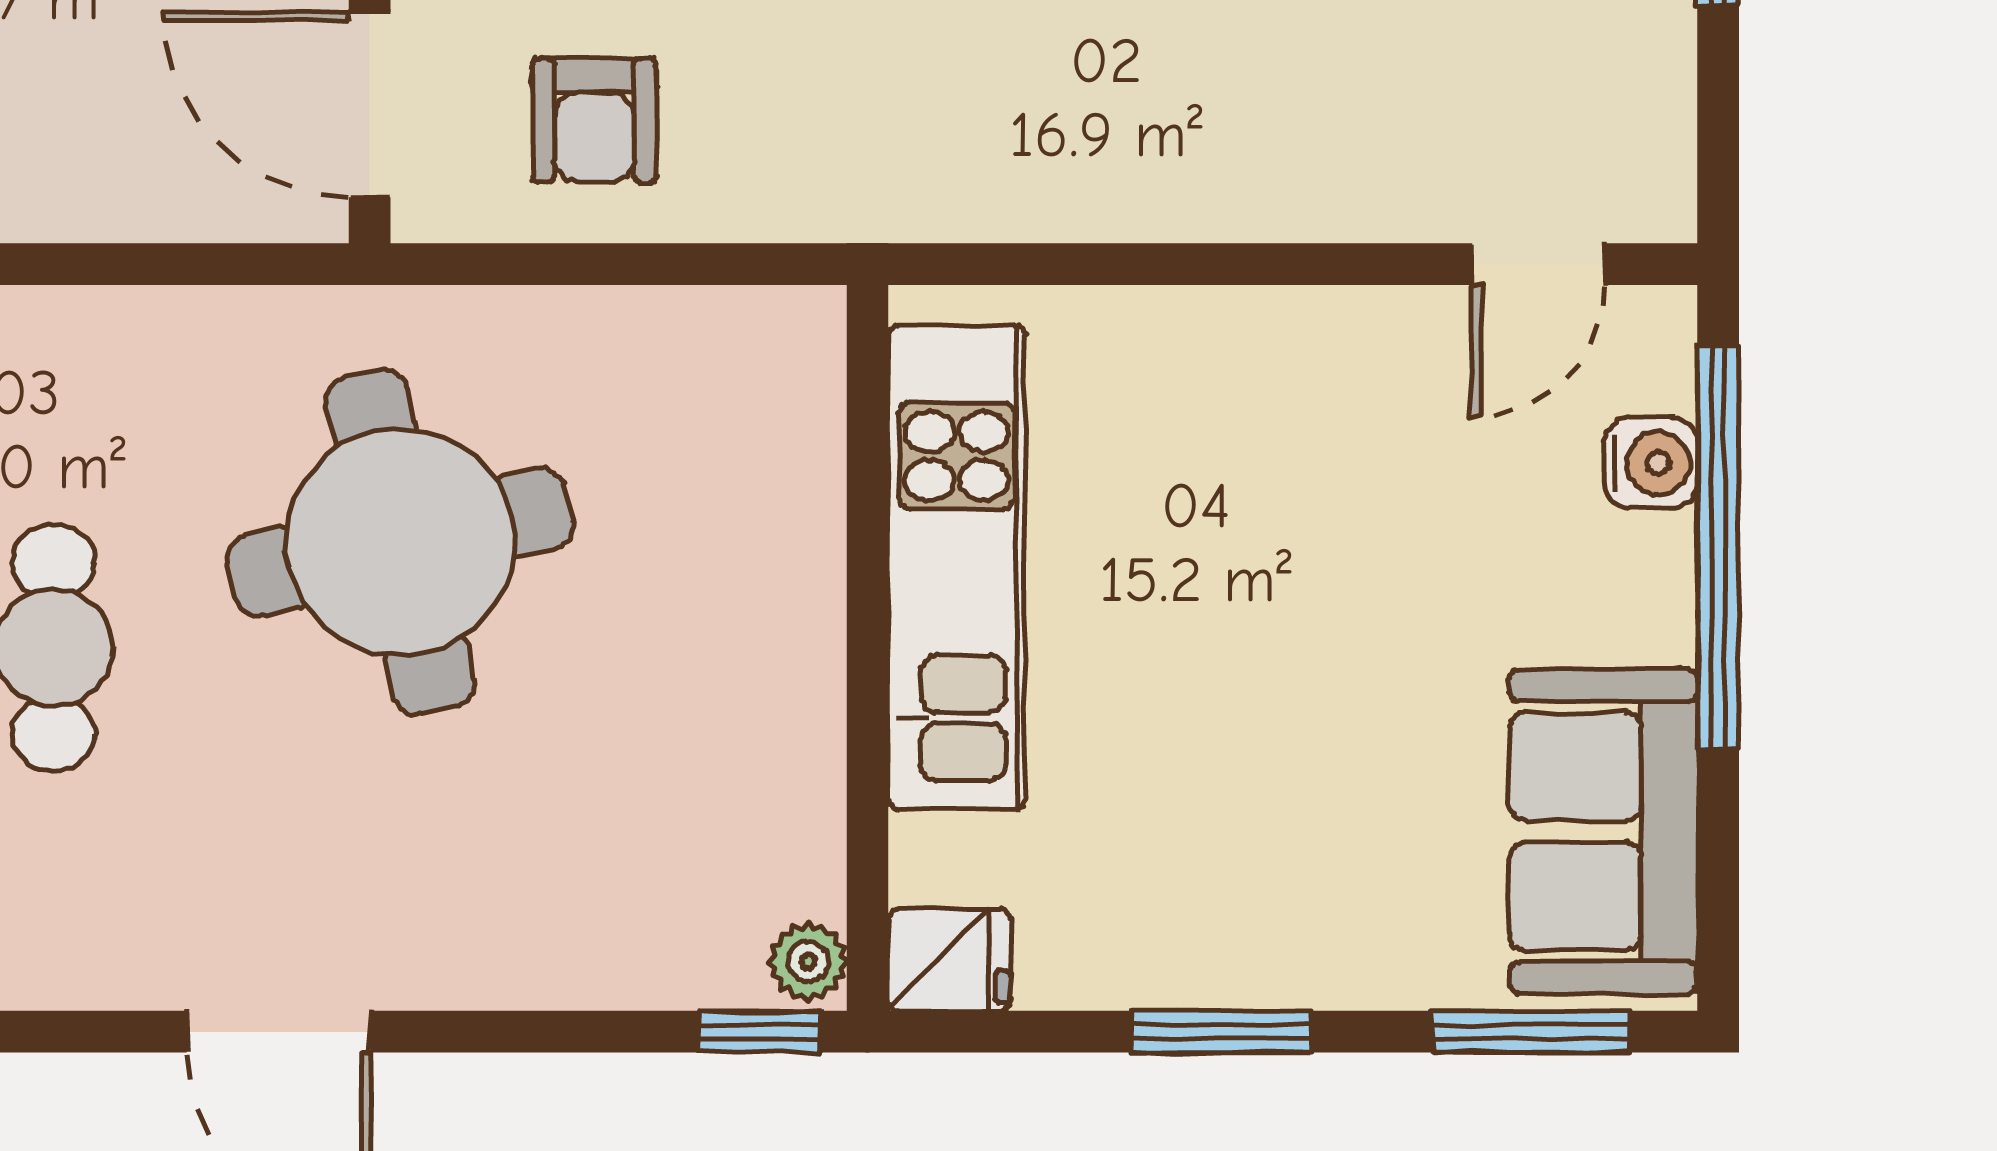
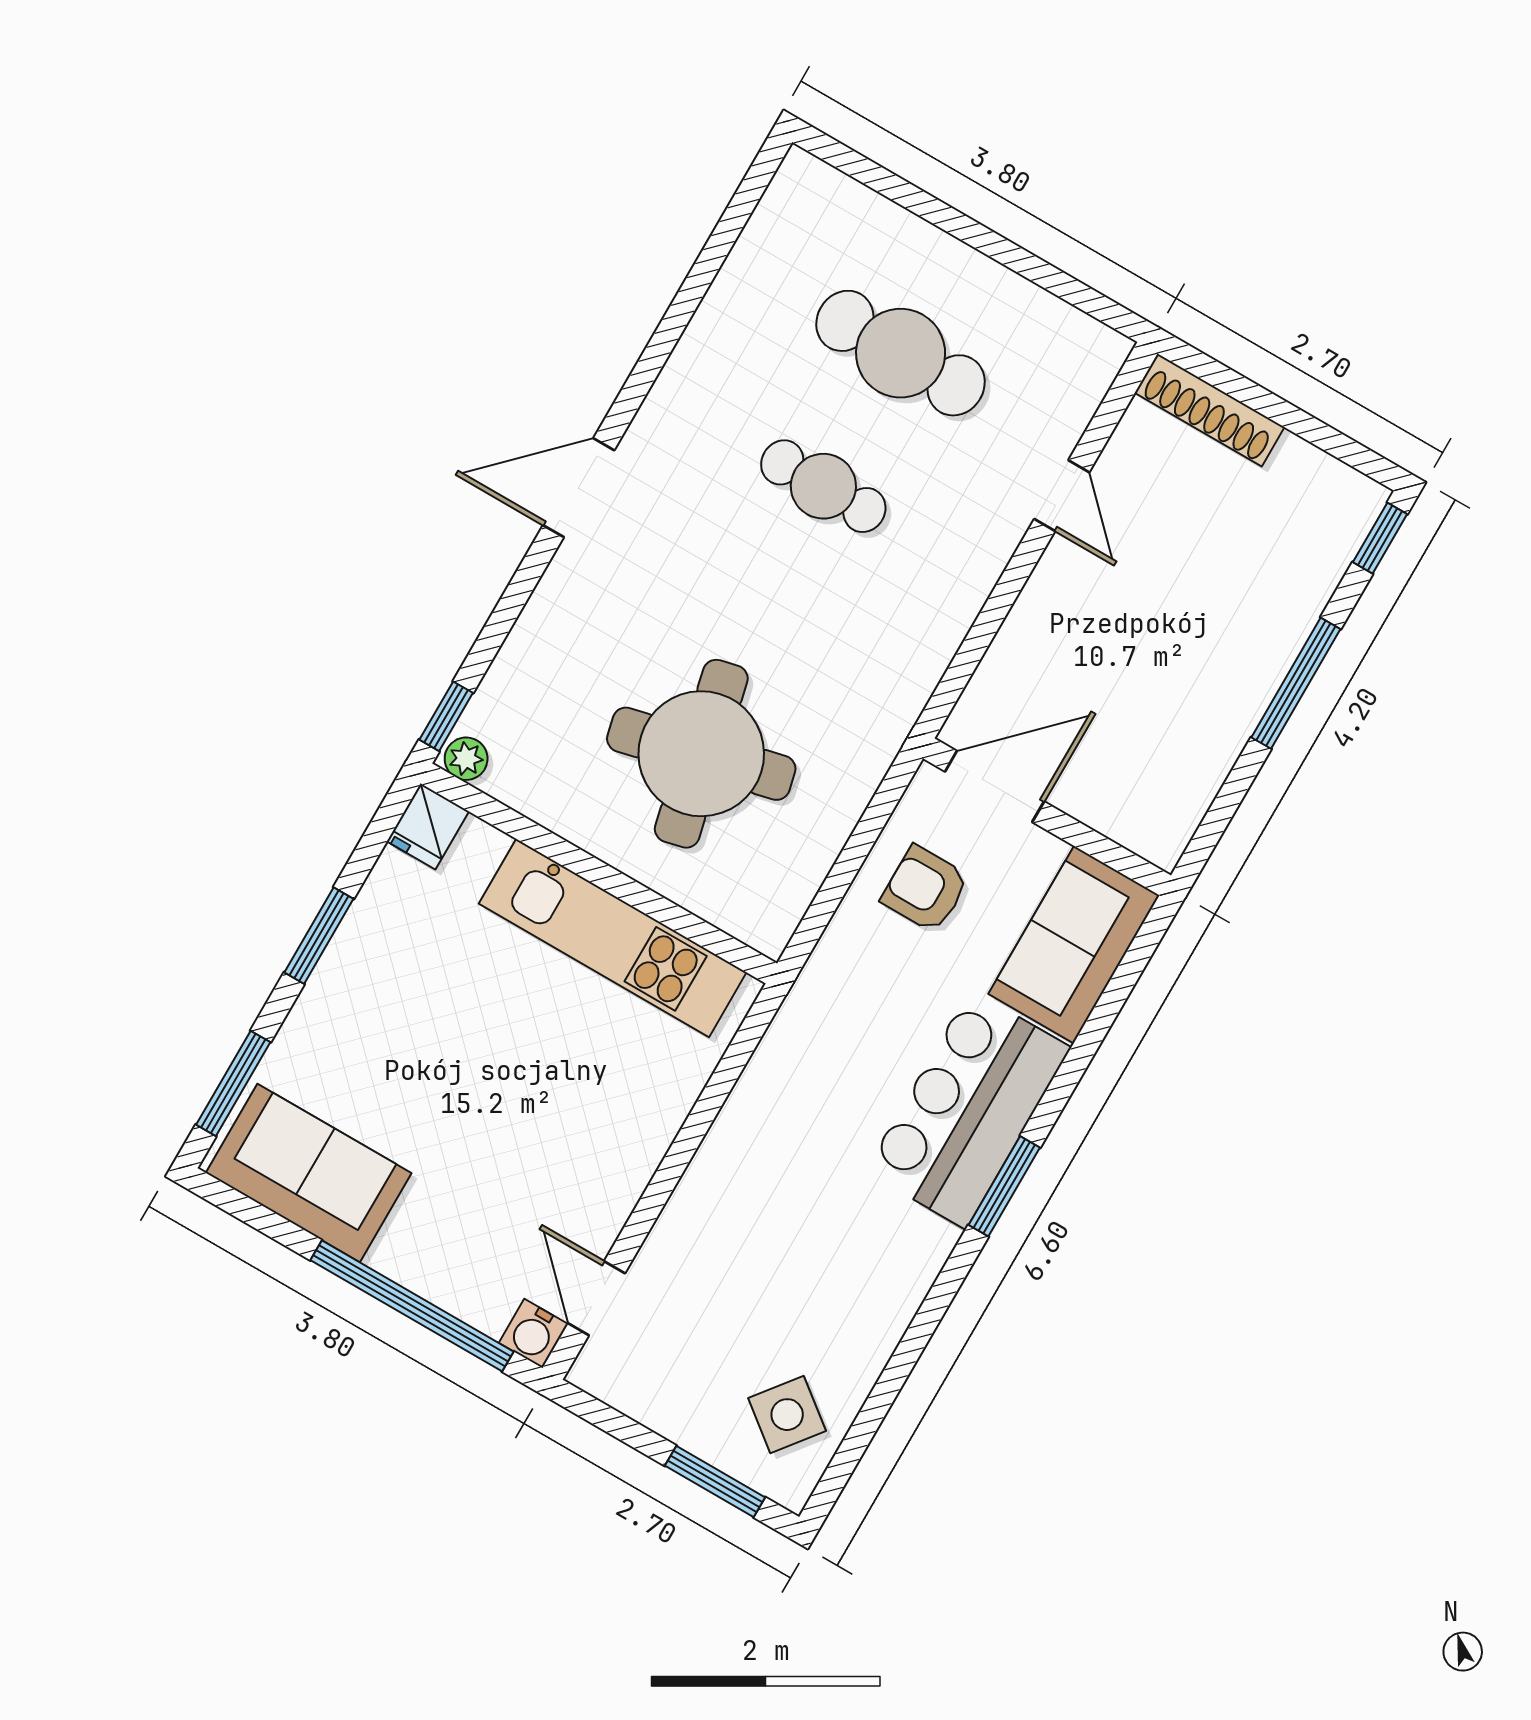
water cooler: (1651, 463) -> (533, 1334), moved
round table: (400, 542) -> (701, 754), moved

